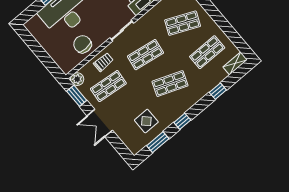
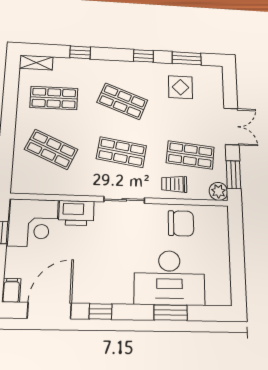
chair: (83, 44) -> (181, 223), turned -90

